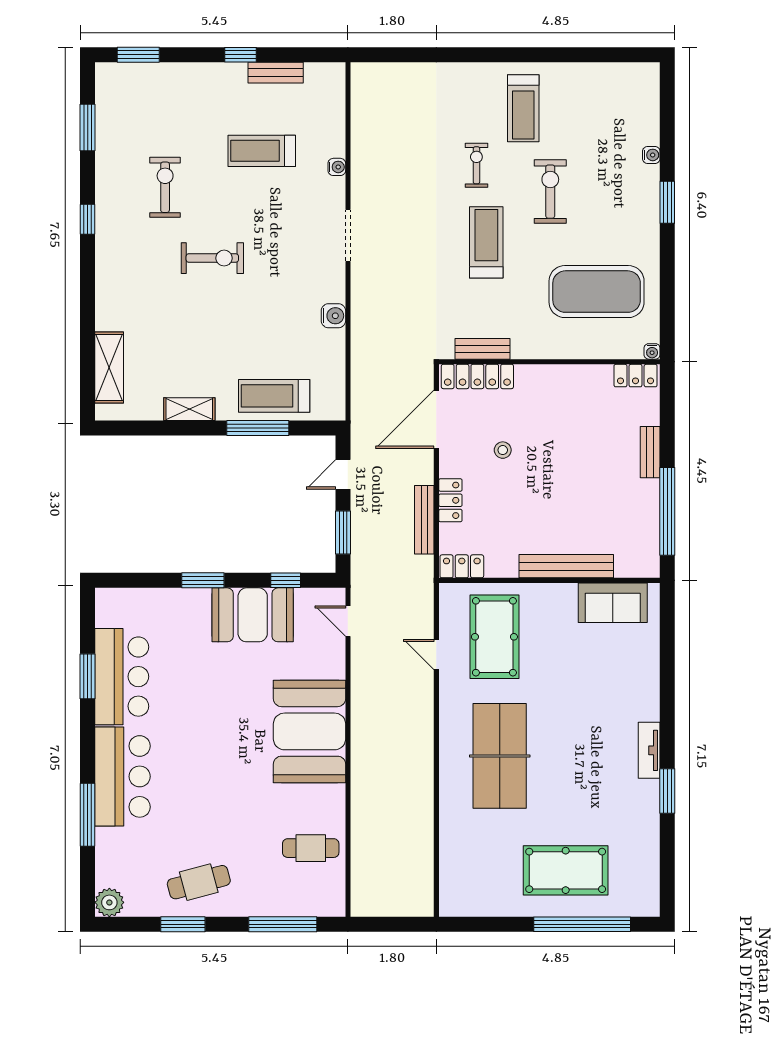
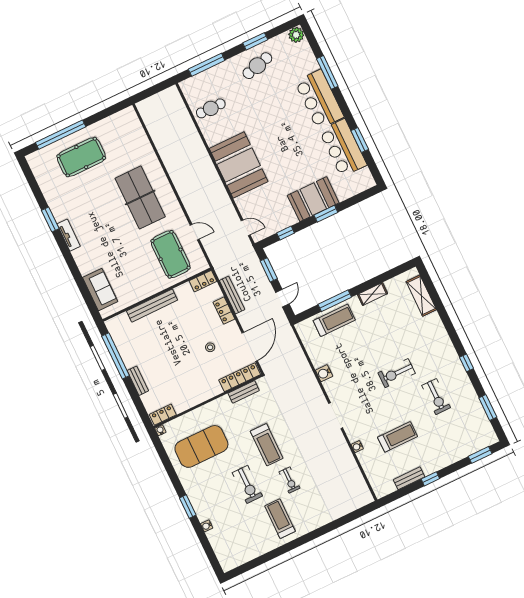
sofa: (613, 603) -> (100, 290), moved, turned 90
booth: (253, 615) -> (313, 199), moved

